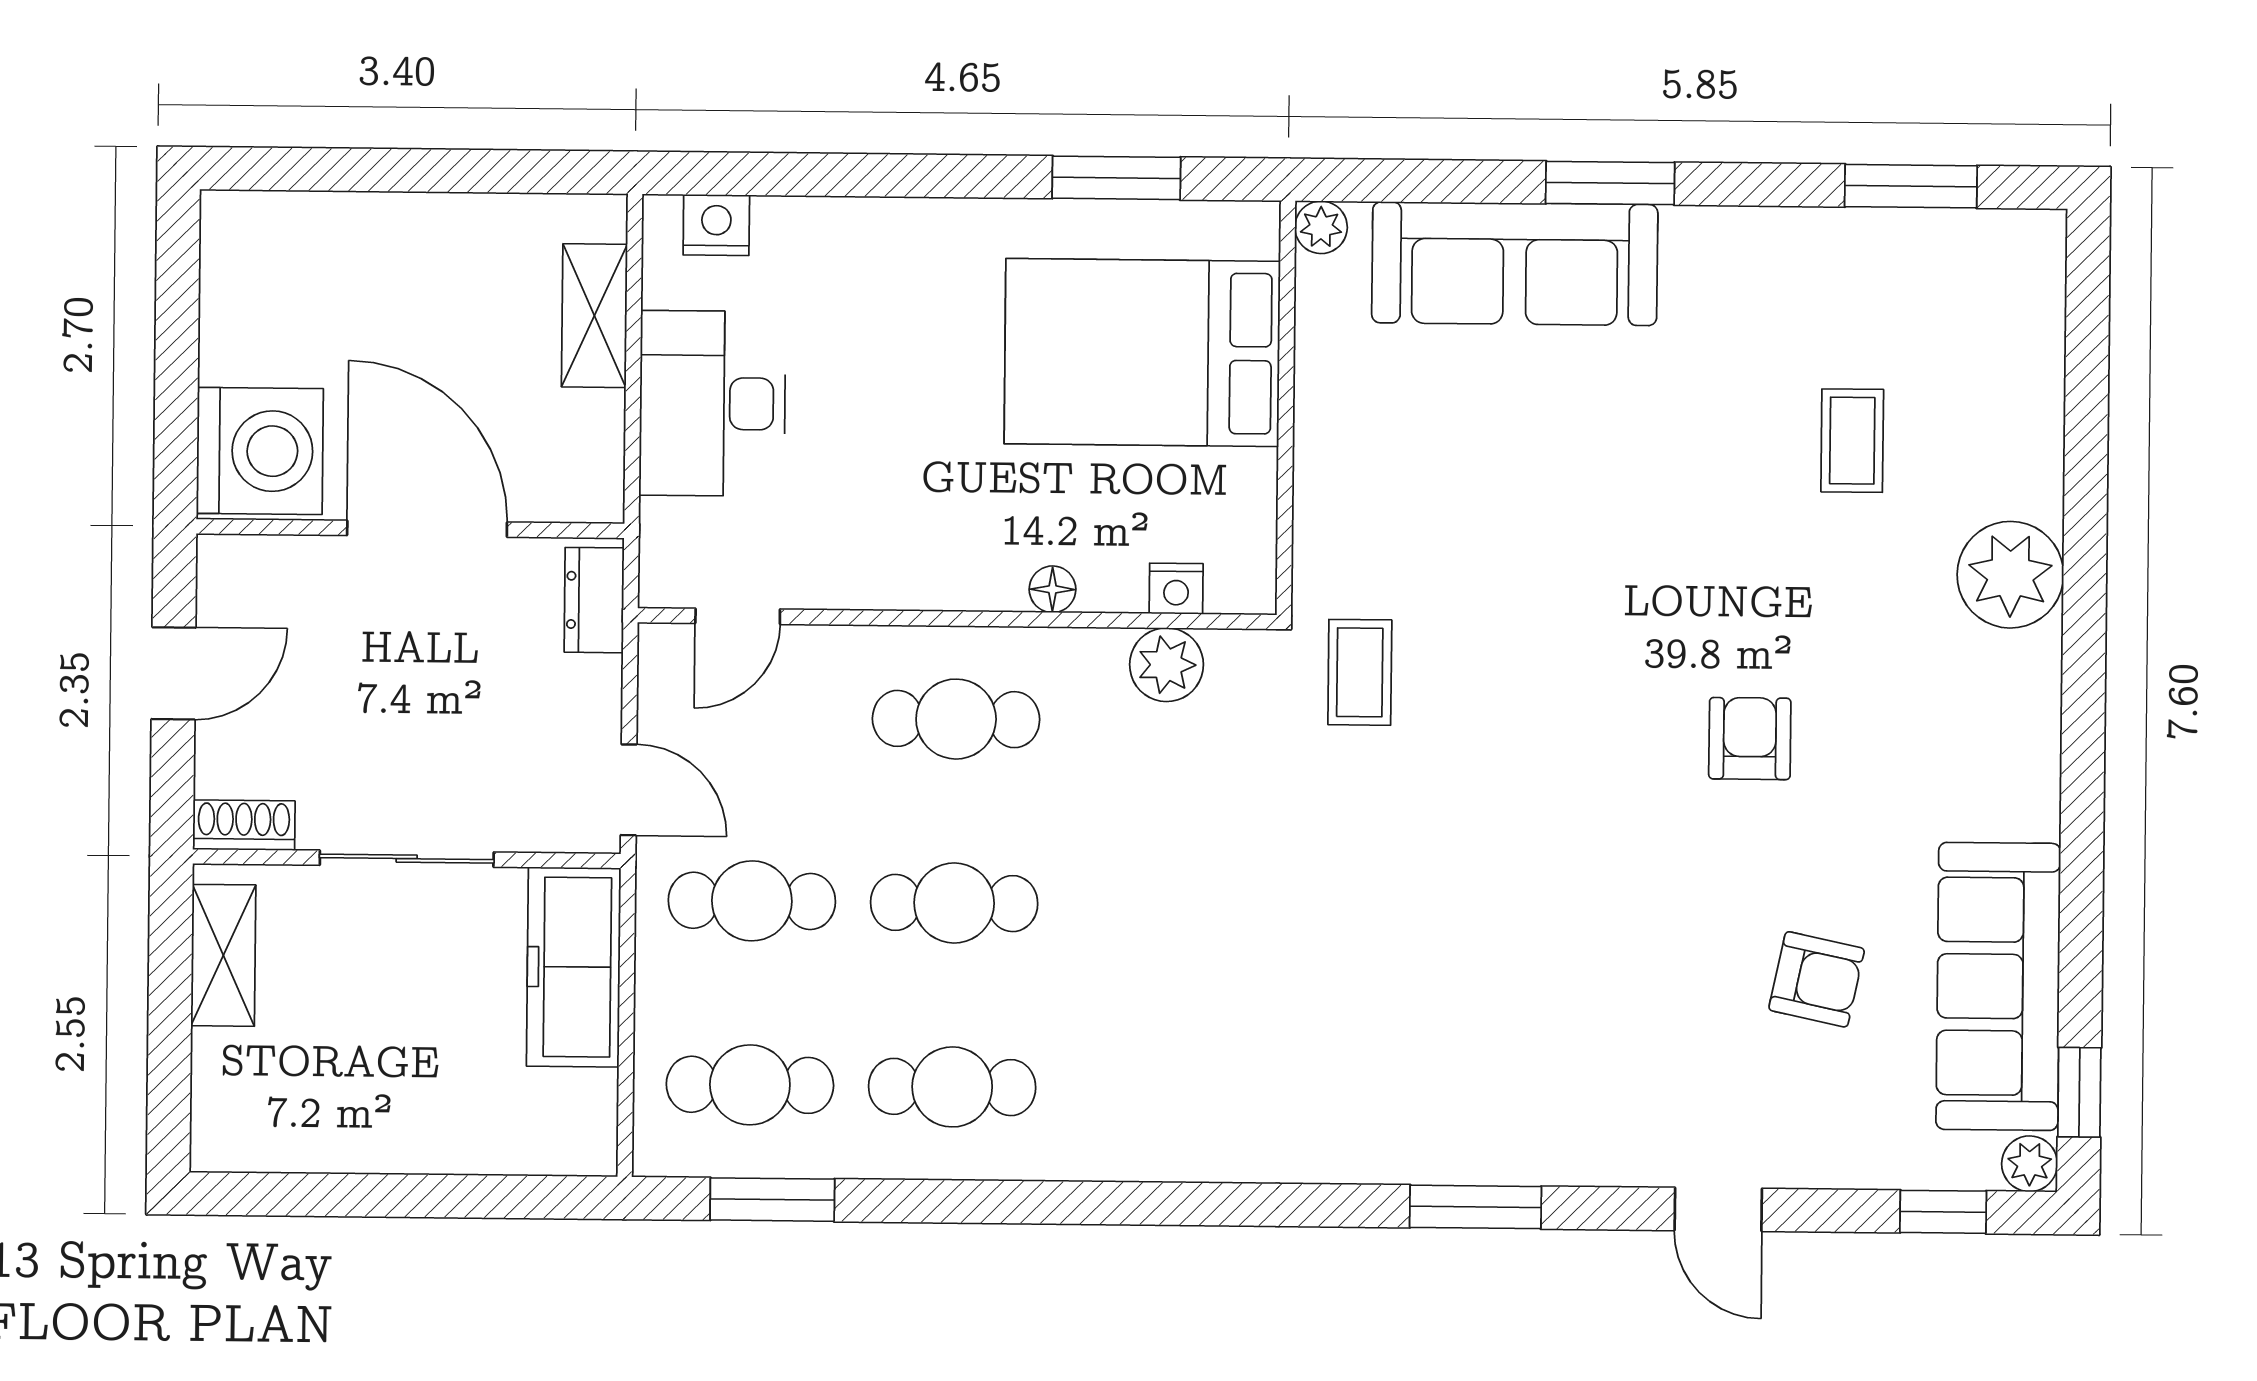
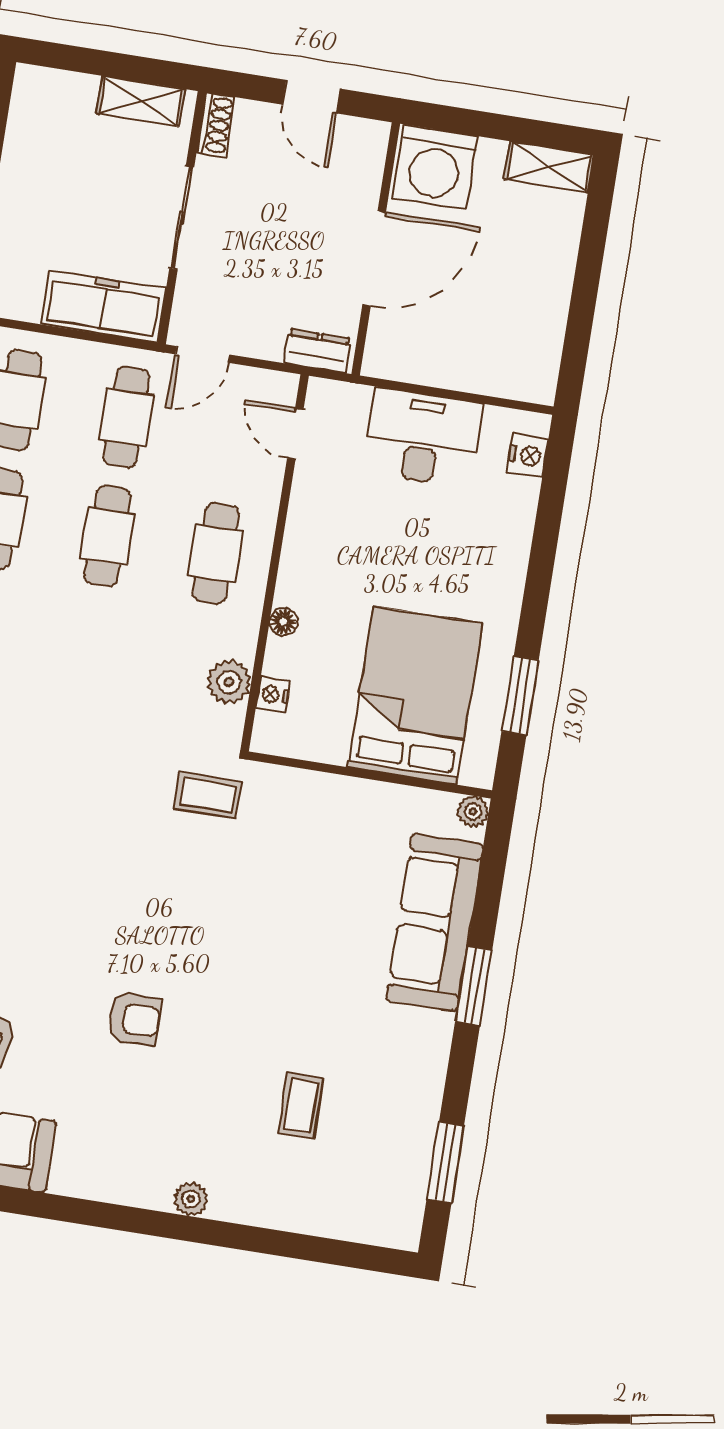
shelving: (594, 316) -> (549, 167), moved
coffee table: (1852, 441) -> (301, 1106), turned 90
plant: (2010, 575) -> (191, 1199), width x0.53, depth x0.53

